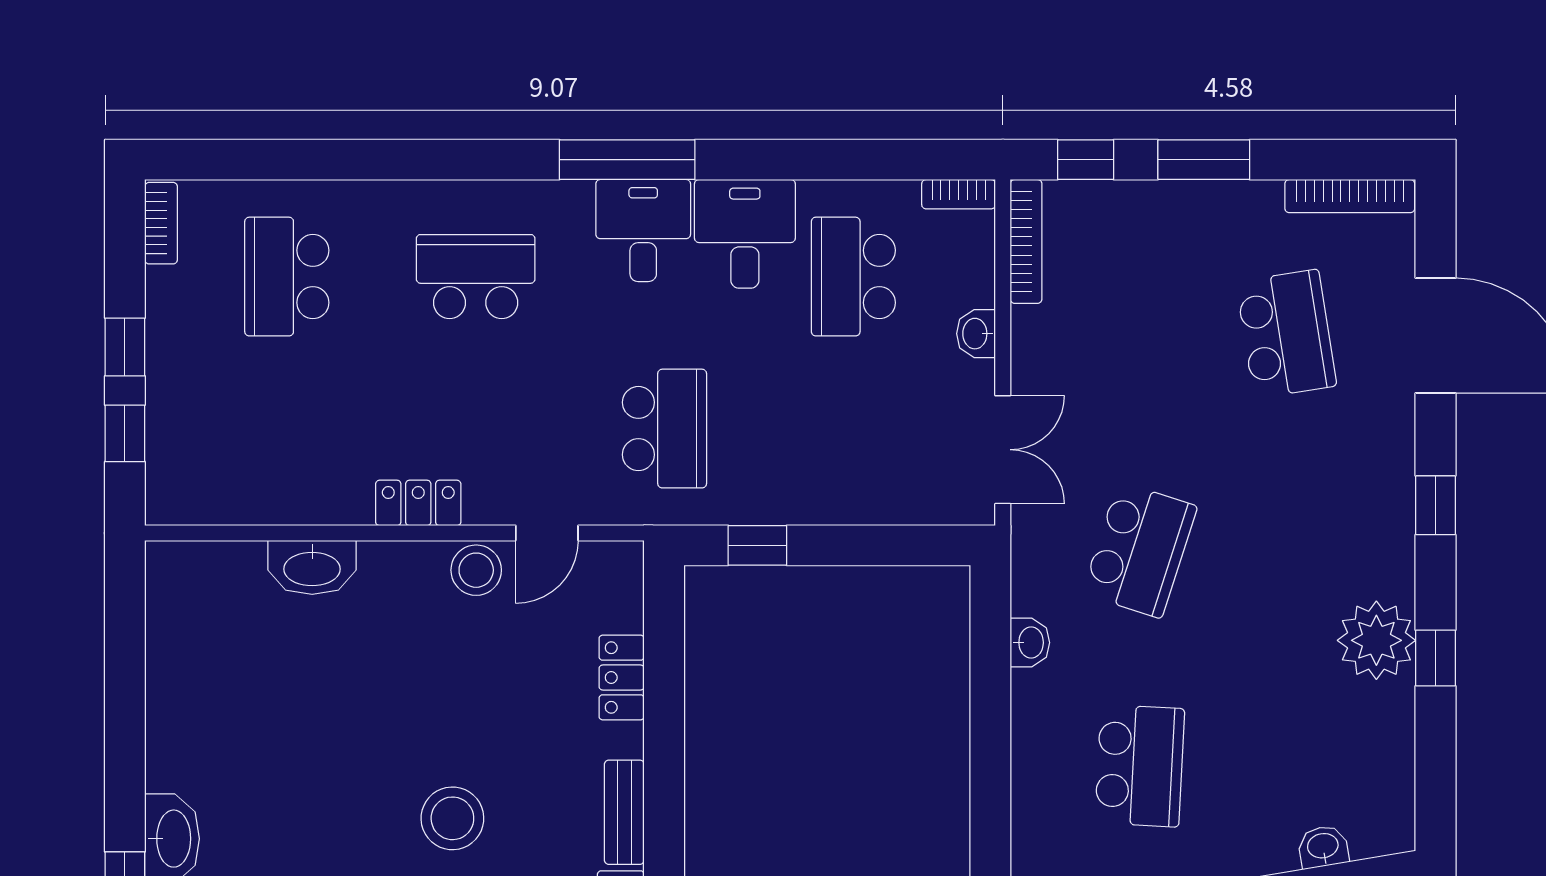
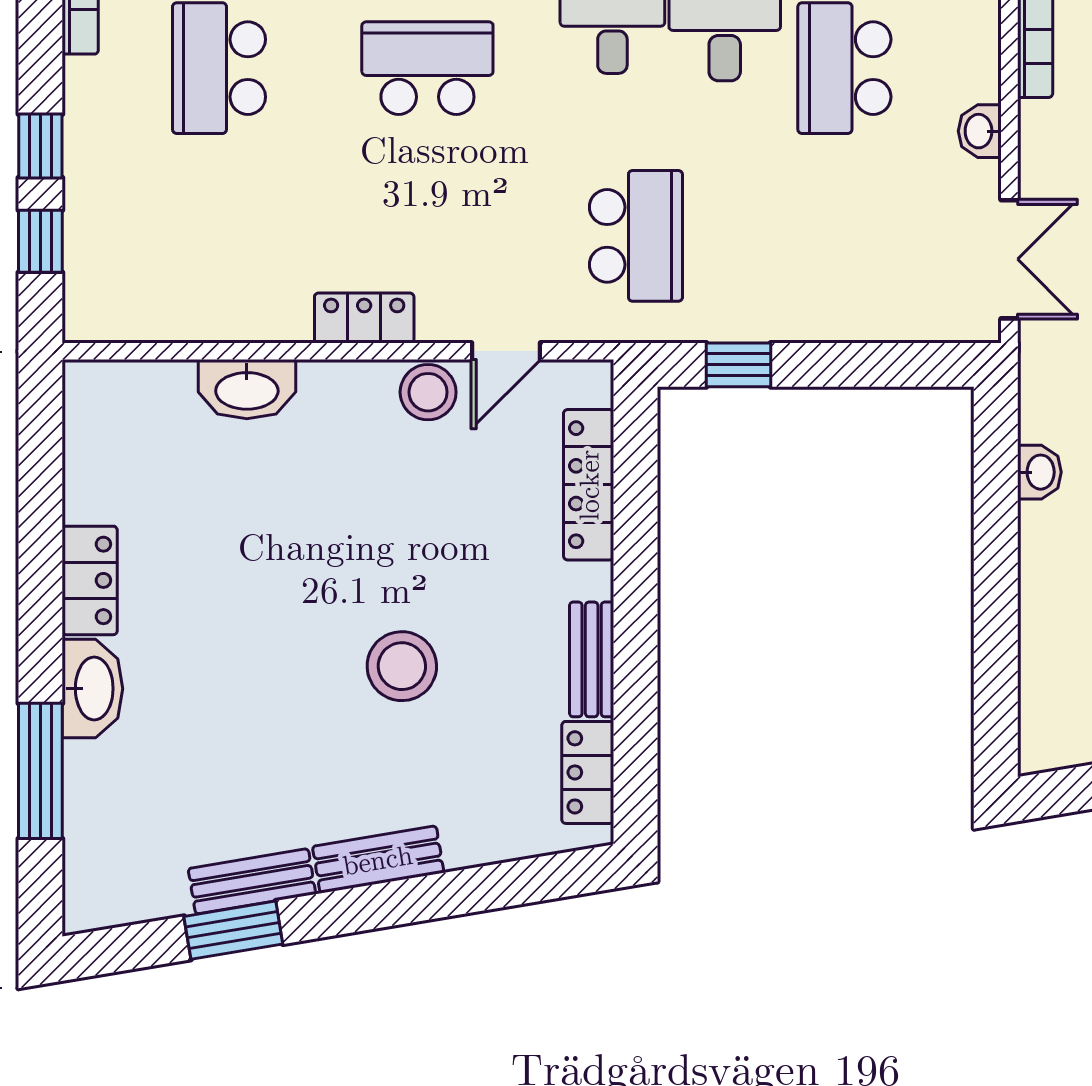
locker: (622, 678) -> (589, 485), width x1.53
locker: (170, 741) -> (90, 580), added

